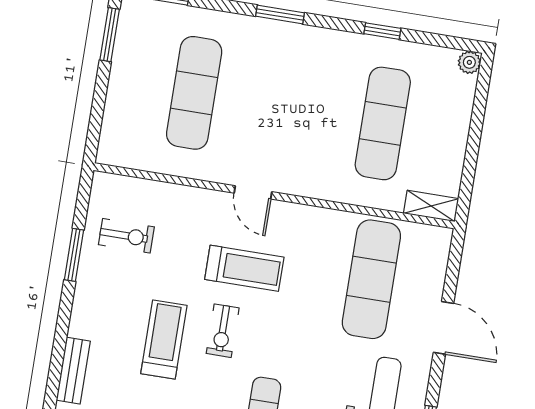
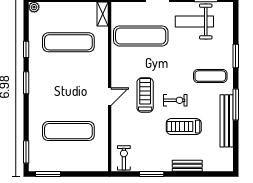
window: (280, 15) -> (26, 83), moved
exercise bike: (126, 236) -> (124, 158), moved
bench: (73, 371) -> (187, 166), moved

